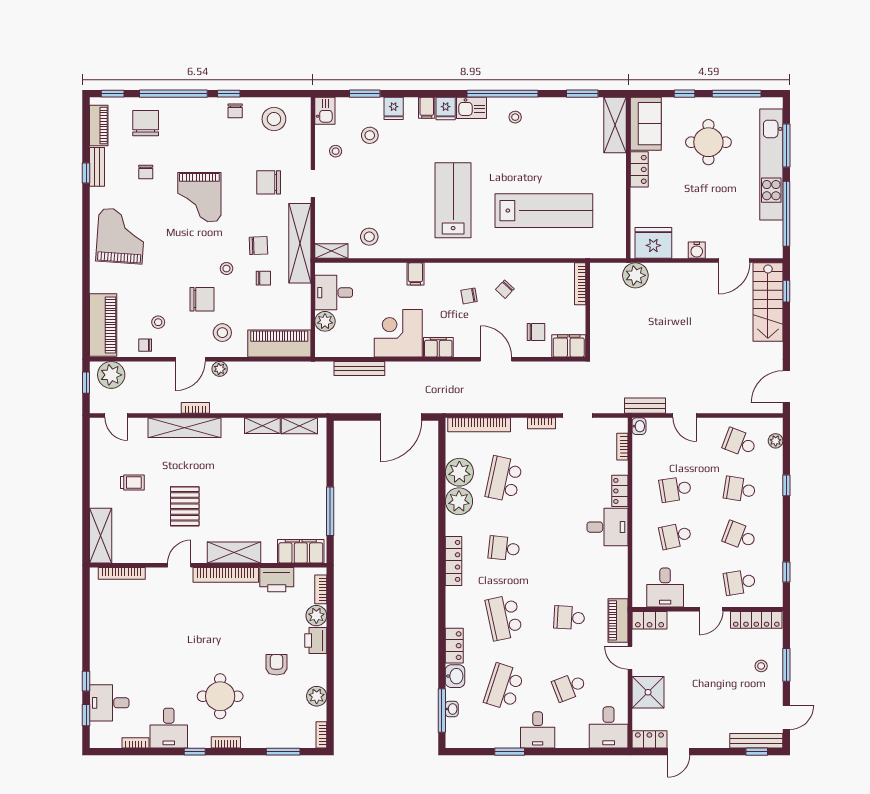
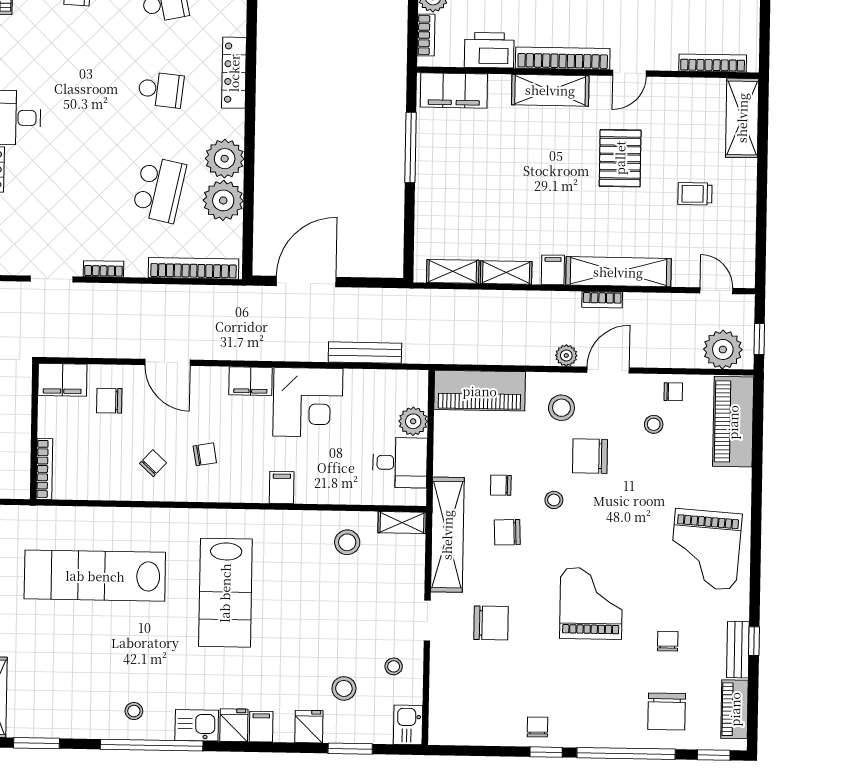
stool: (274, 119) -> (482, 714), removed
filing cabinet: (230, 428) -> (553, 270), added

